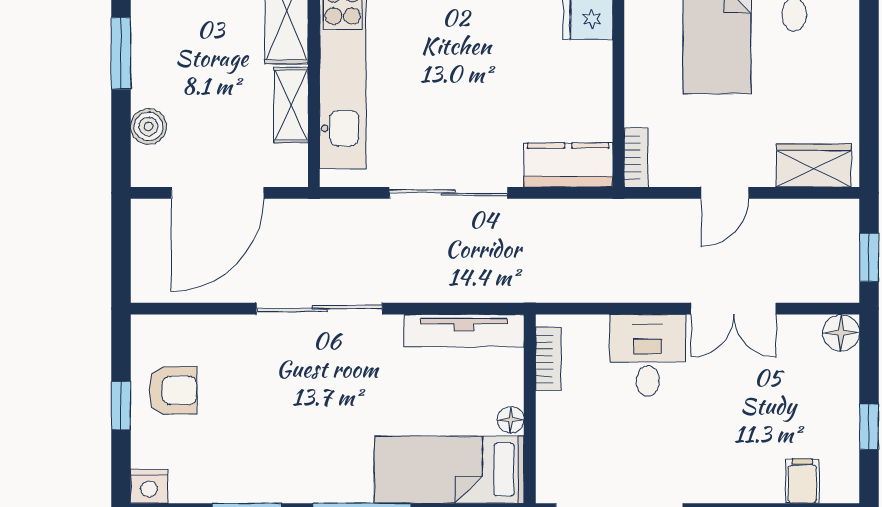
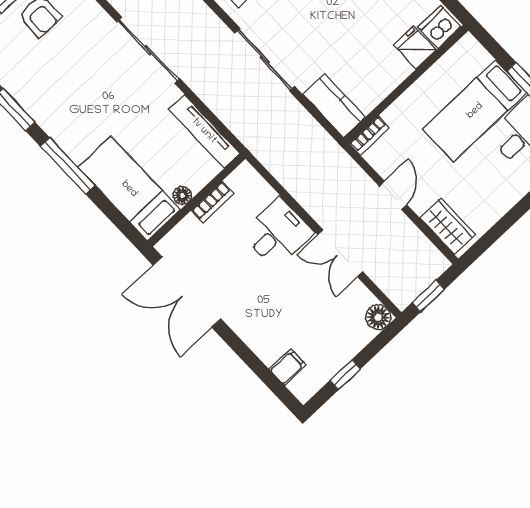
door: (725, 193) -> (393, 195), swing flipped
bookcase: (548, 359) -> (212, 202), moved

